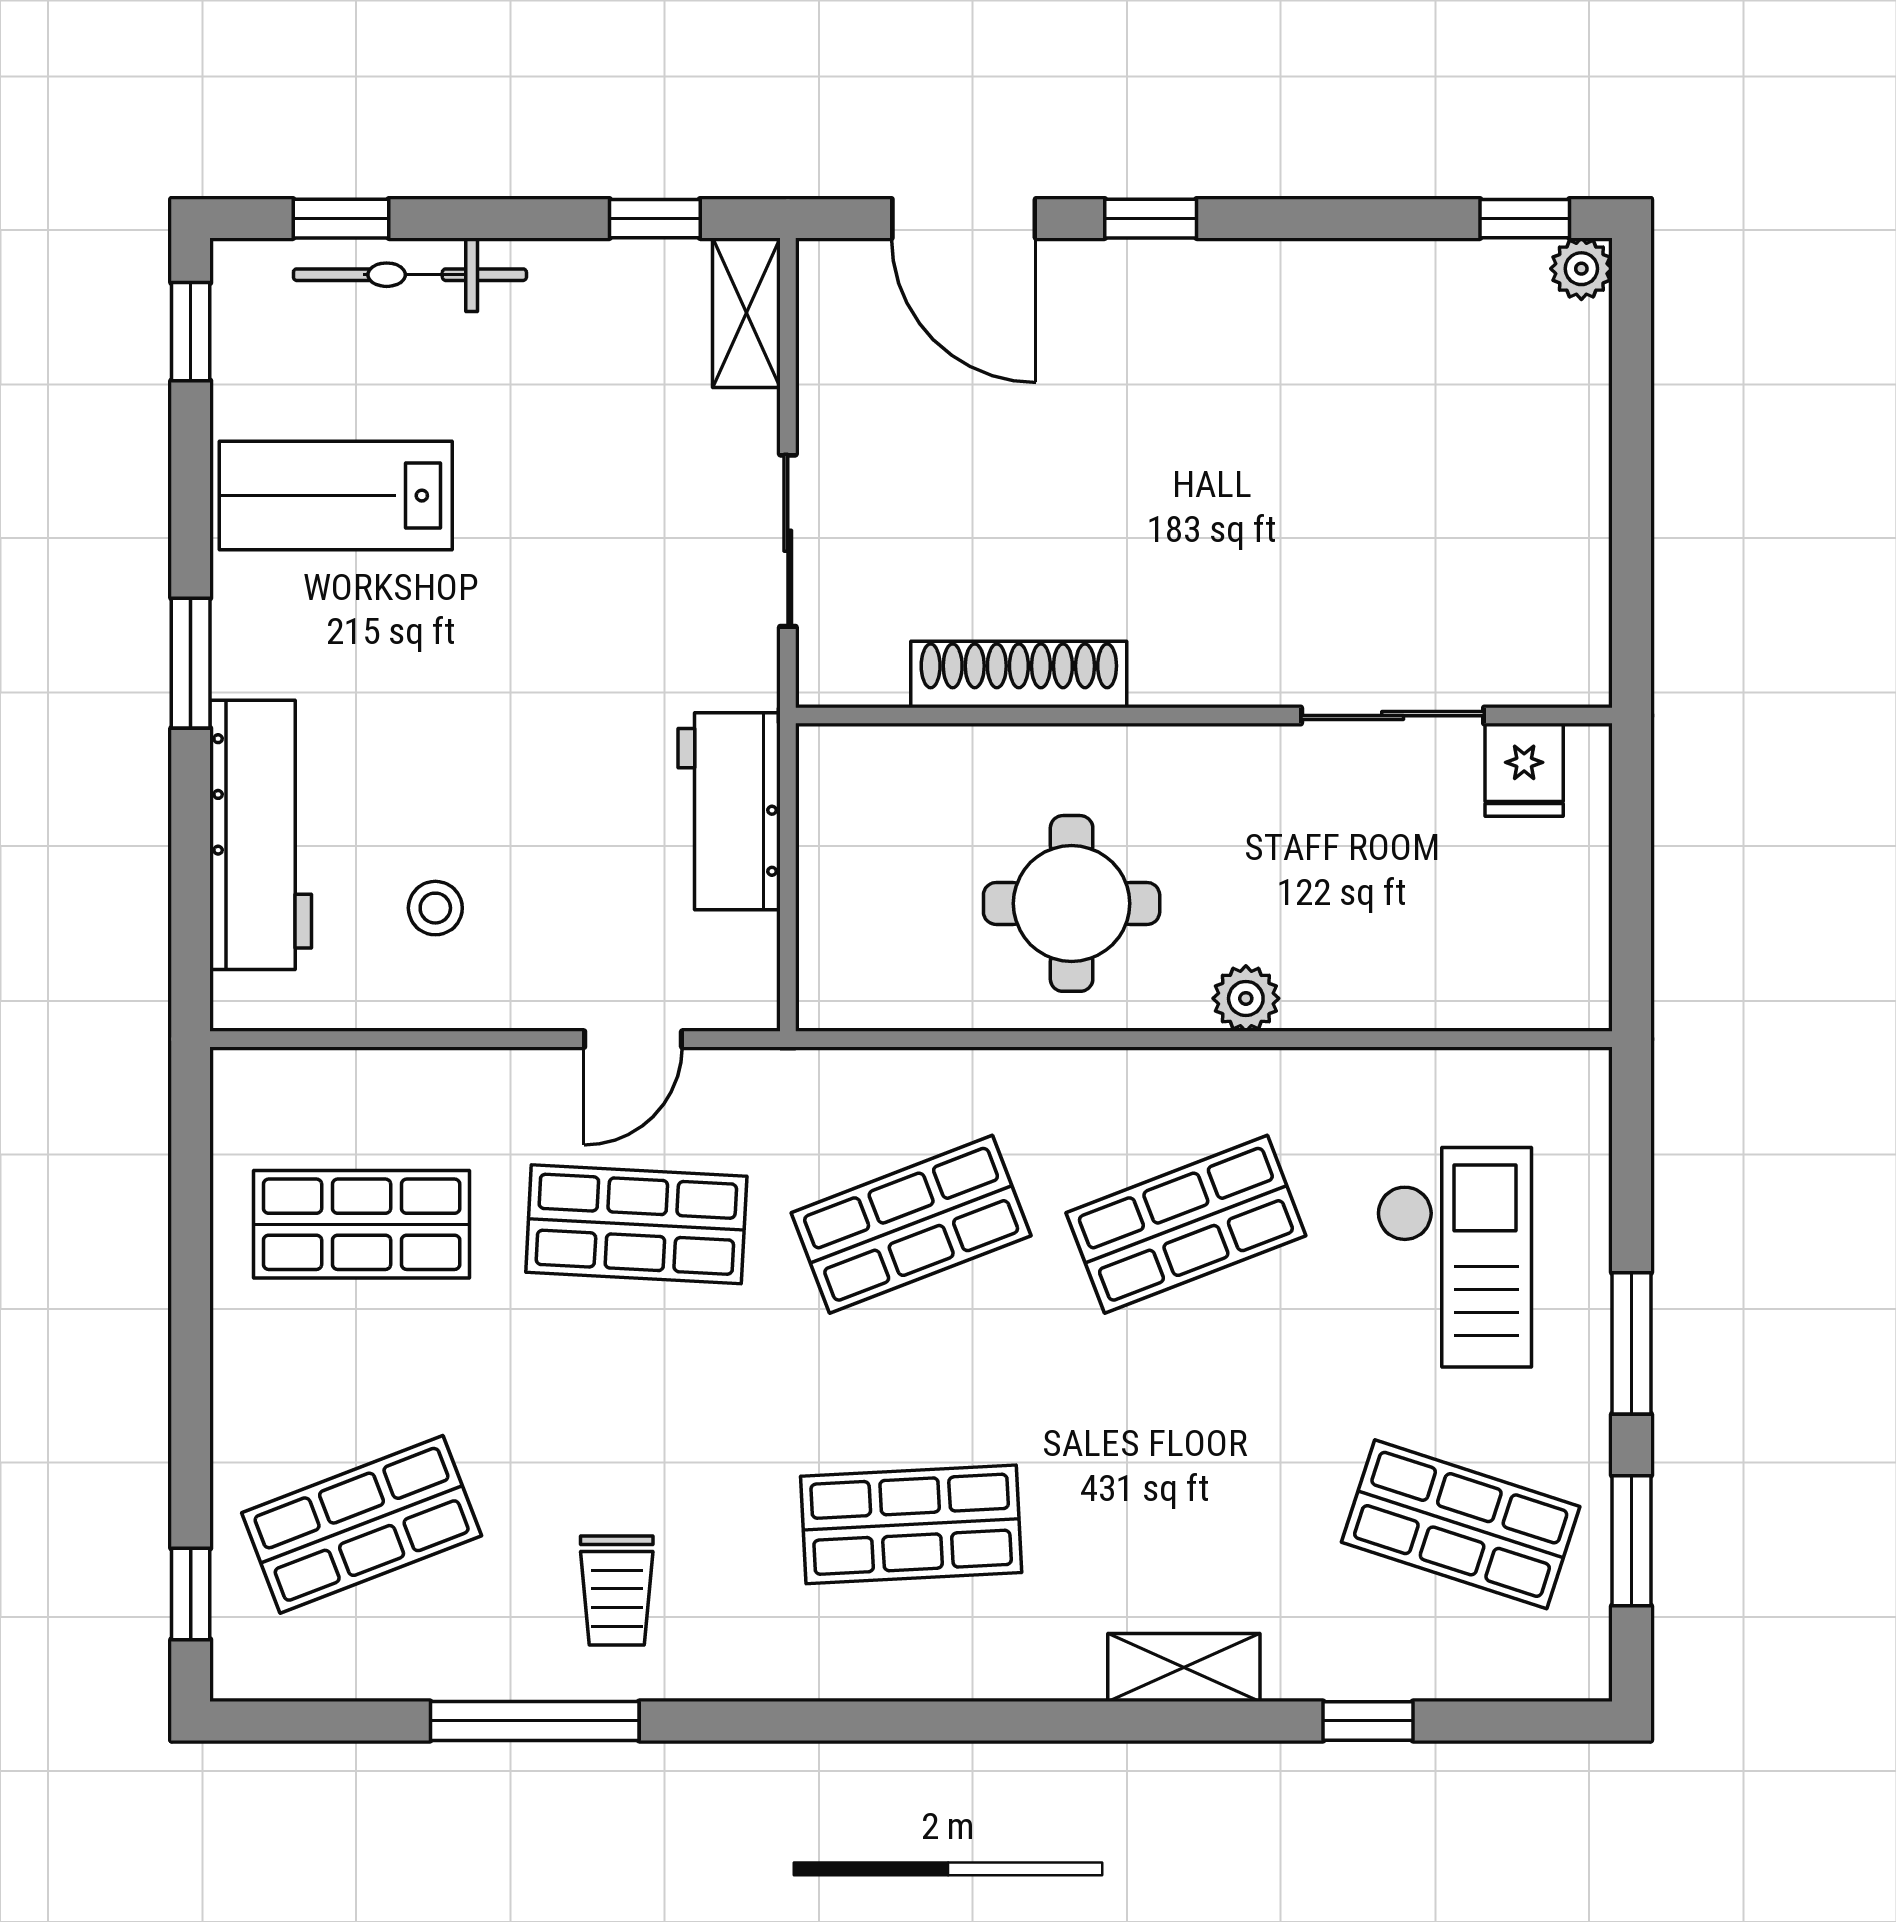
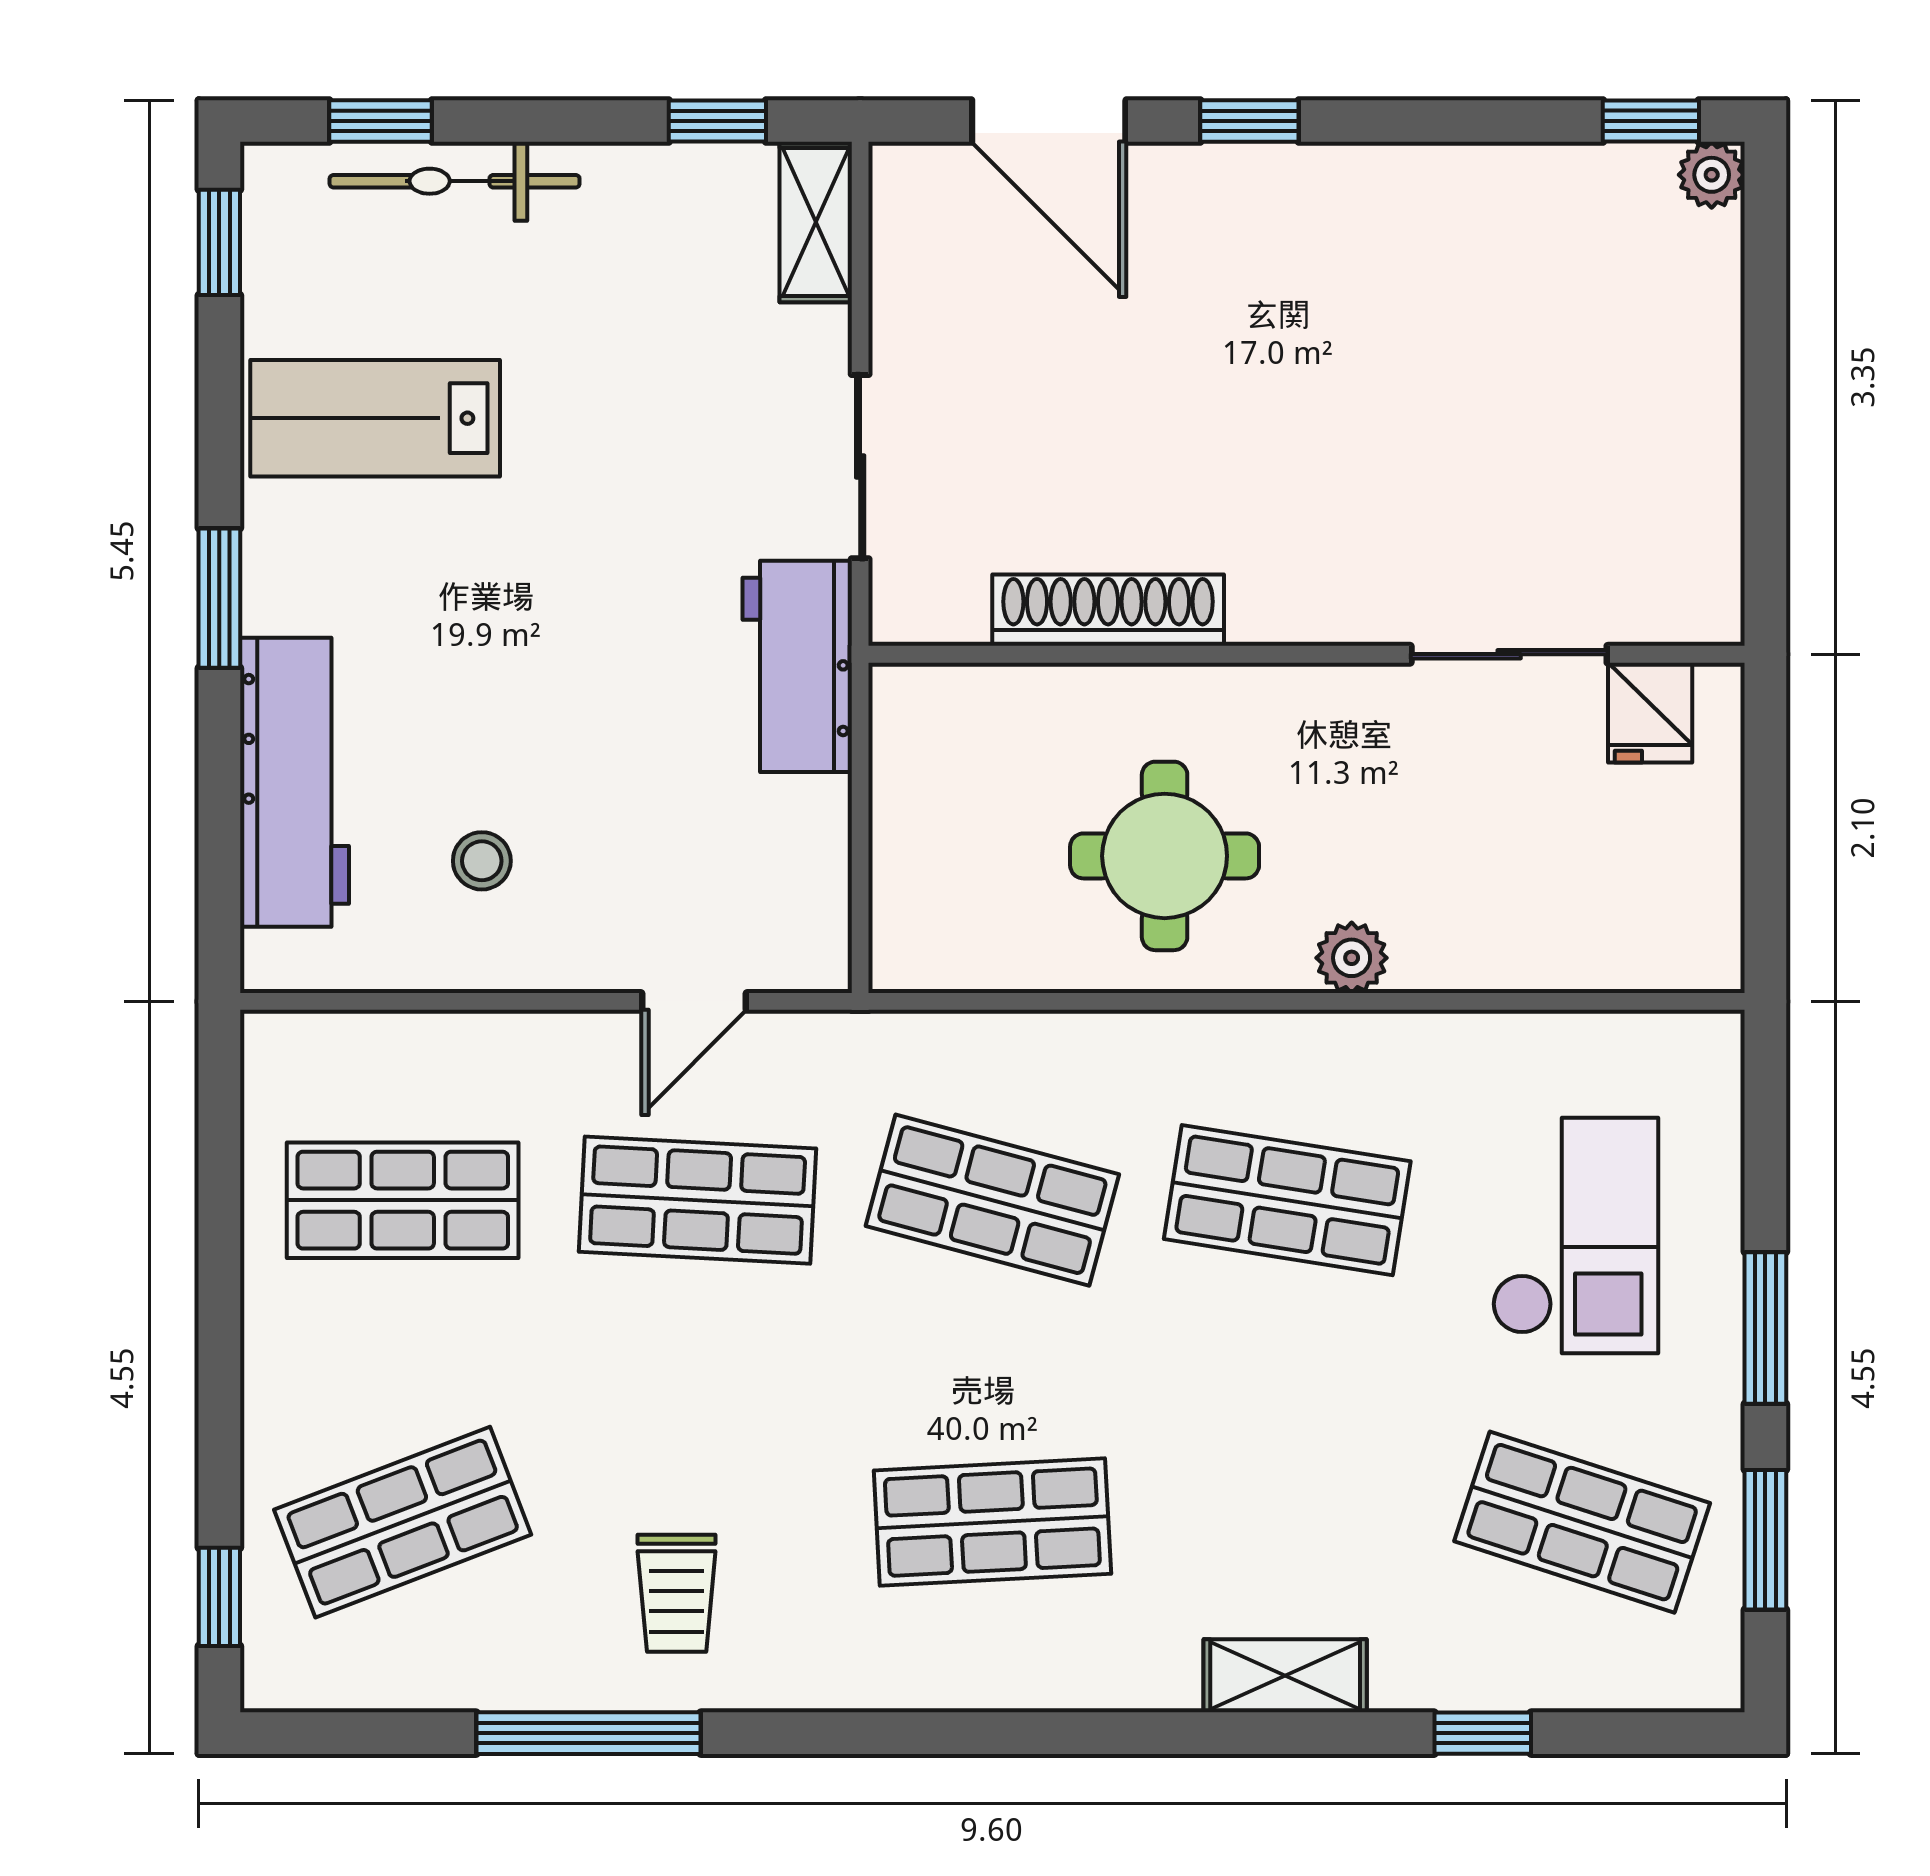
workbench: (729, 811) -> (797, 666), moved
shop shelf: (911, 1224) -> (992, 1200), turned 36
shop shelf: (1186, 1224) -> (1287, 1200), turned 30

